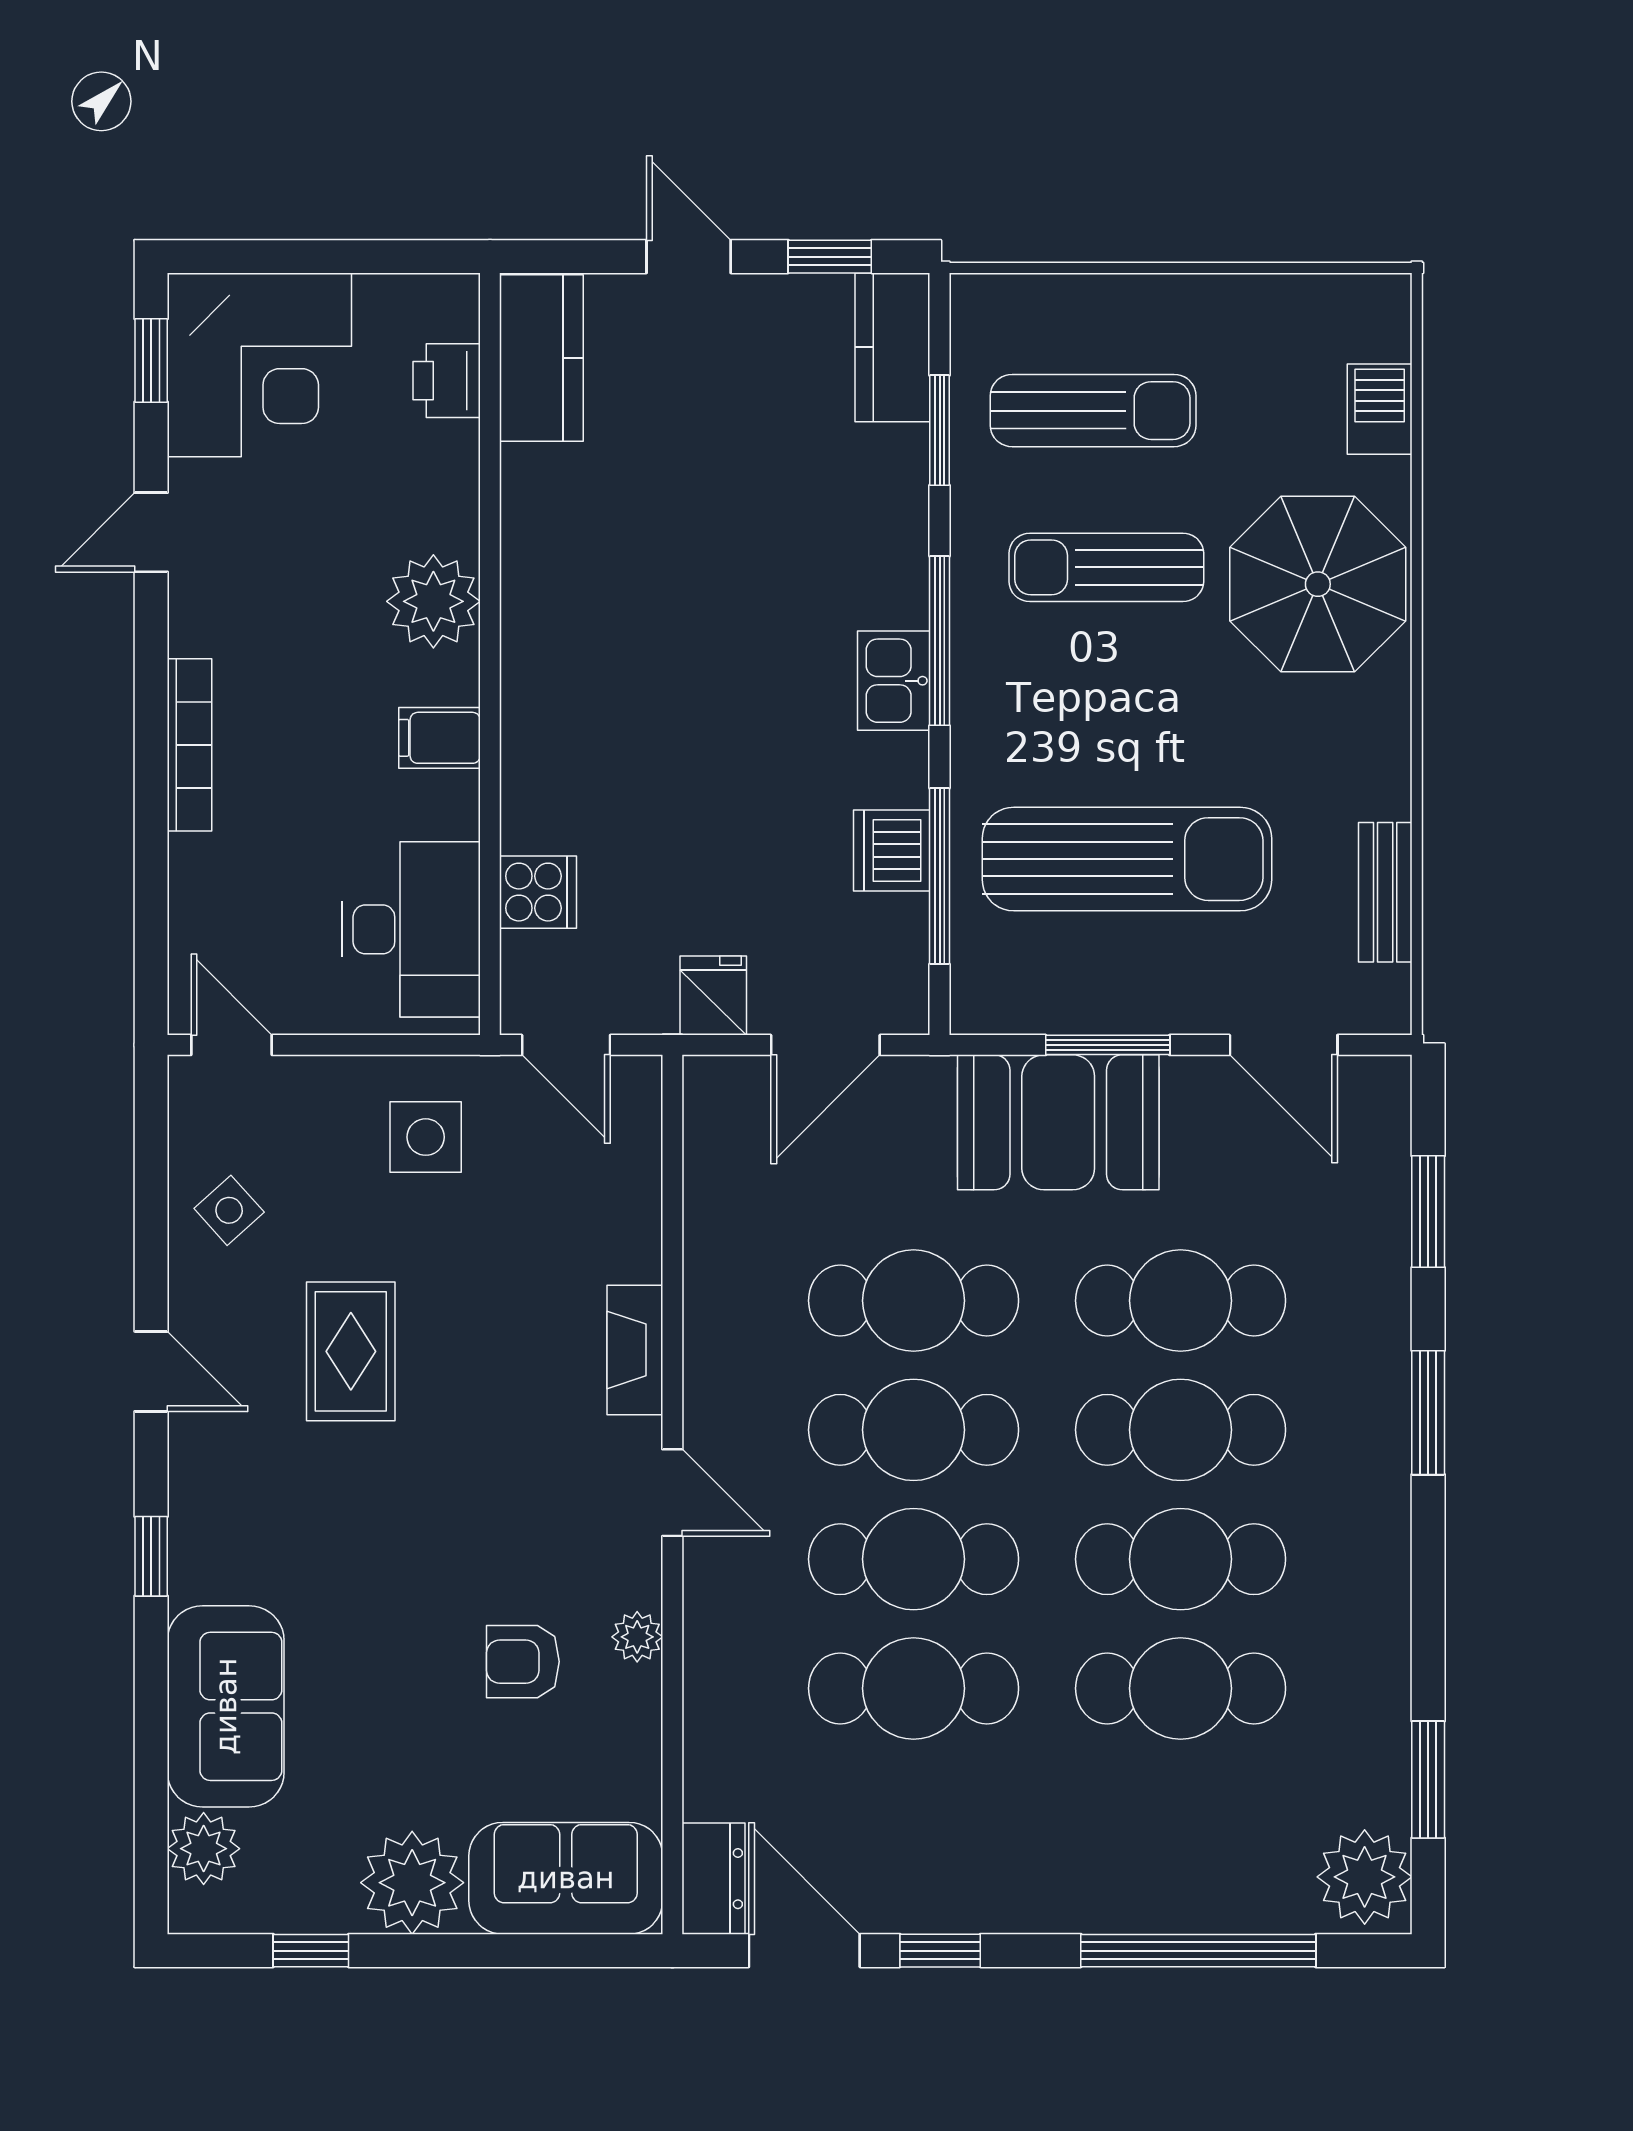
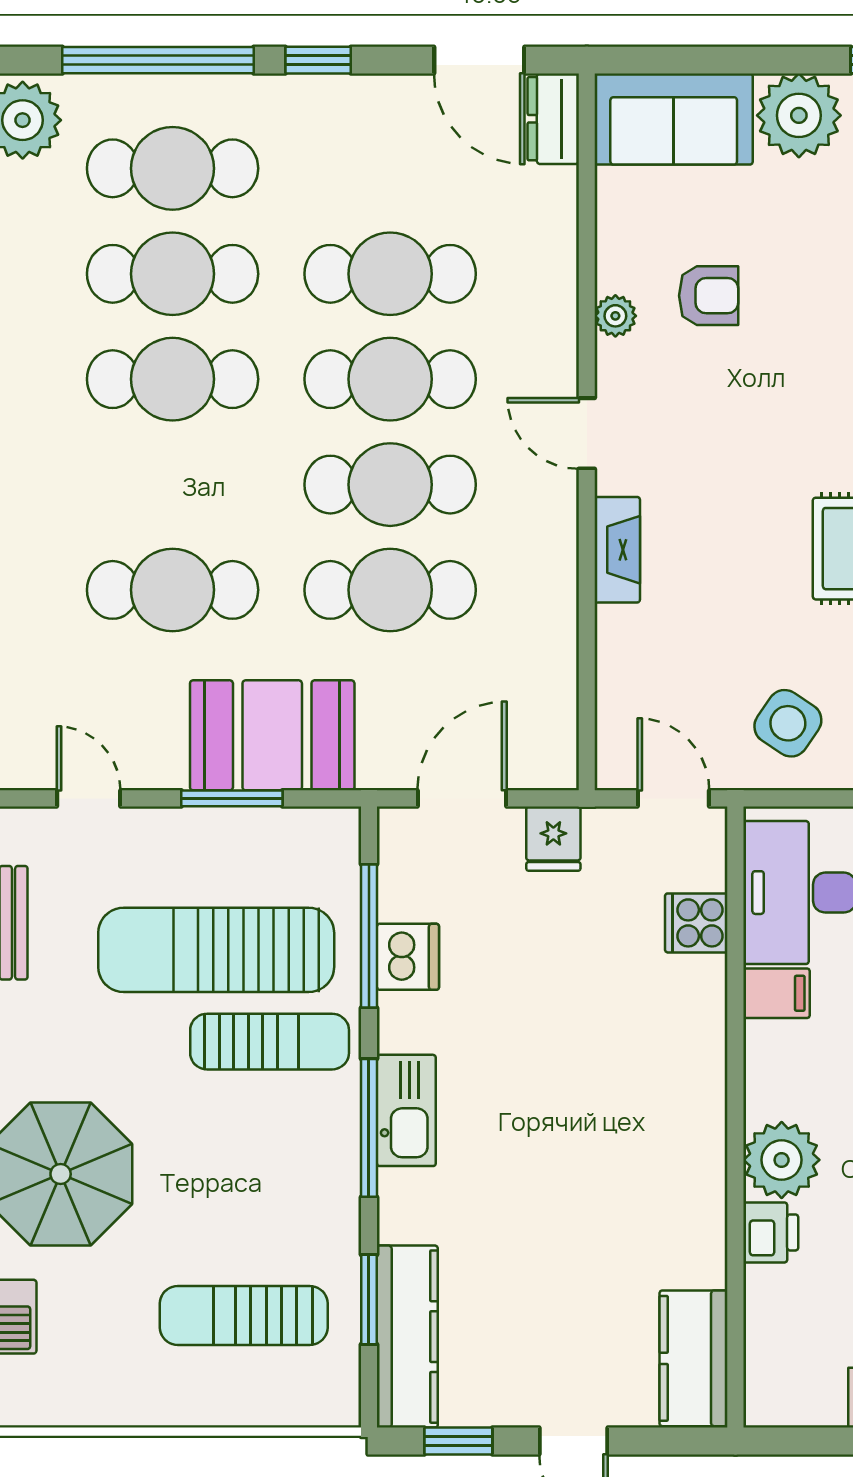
kitchen counter: (892, 347) -> (407, 1337), width x1.50
printer: (447, 381) -> (771, 1232), moved
sun lounger: (1106, 567) -> (270, 1042), moved
kitchen sink: (894, 681) -> (406, 1110), width x1.38
filing cabinet: (439, 738) -> (777, 993), moved
door: (1284, 1045) -> (89, 798), width x0.73
side table: (426, 1137) -> (788, 723), turned 34
cafe table: (1181, 1430) -> (173, 168), moved
window: (940, 1951) -> (318, 60), moved

